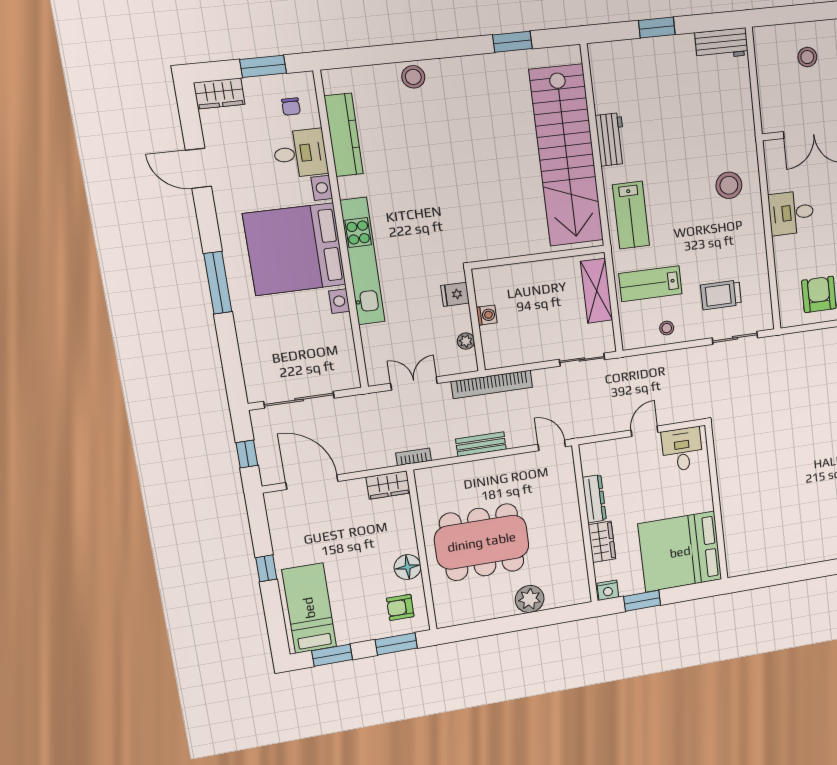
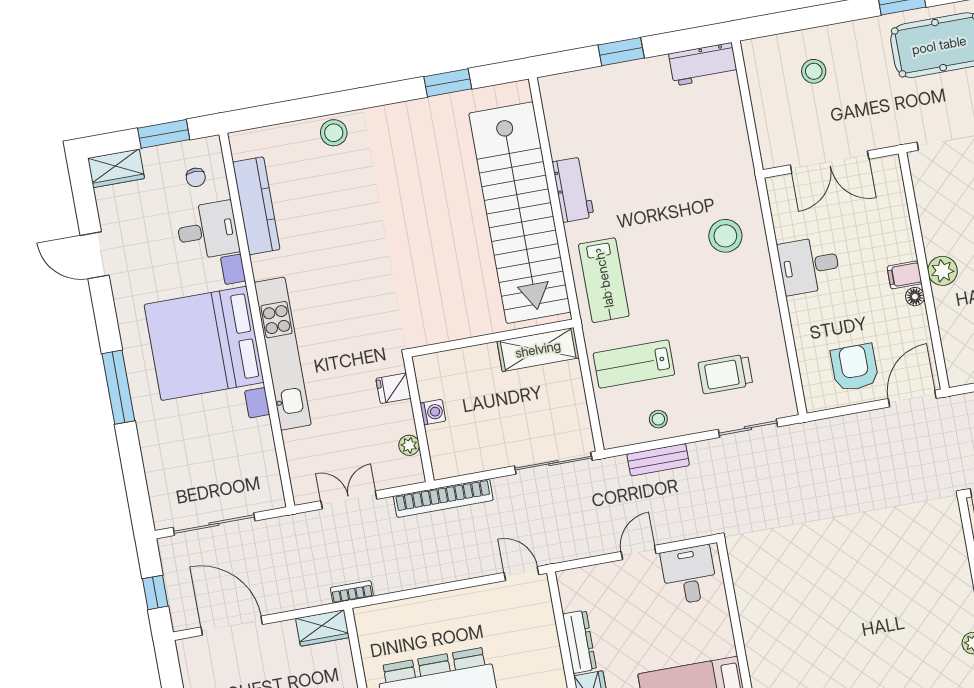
shelving: (597, 291) -> (538, 349), moved, turned 90
sliding door: (582, 360) -> (553, 463), width x1.37
bench: (481, 444) -> (658, 460), moved

